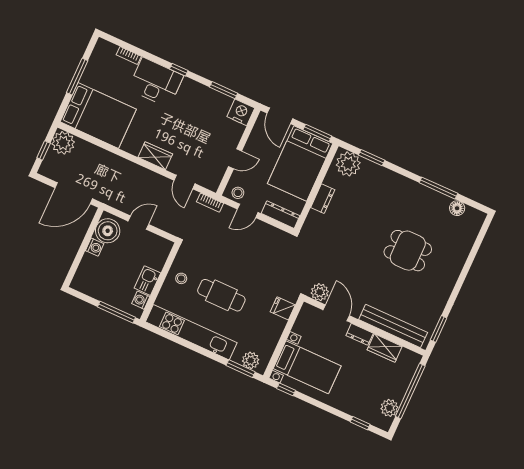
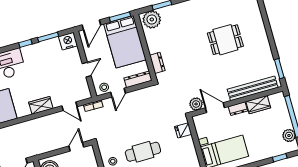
window: (179, 70) -> (25, 43), moved
door: (280, 116) -> (91, 25), hinge flipped
dresser: (323, 199) -> (157, 63), moved
door: (138, 223) -> (76, 147), moved

